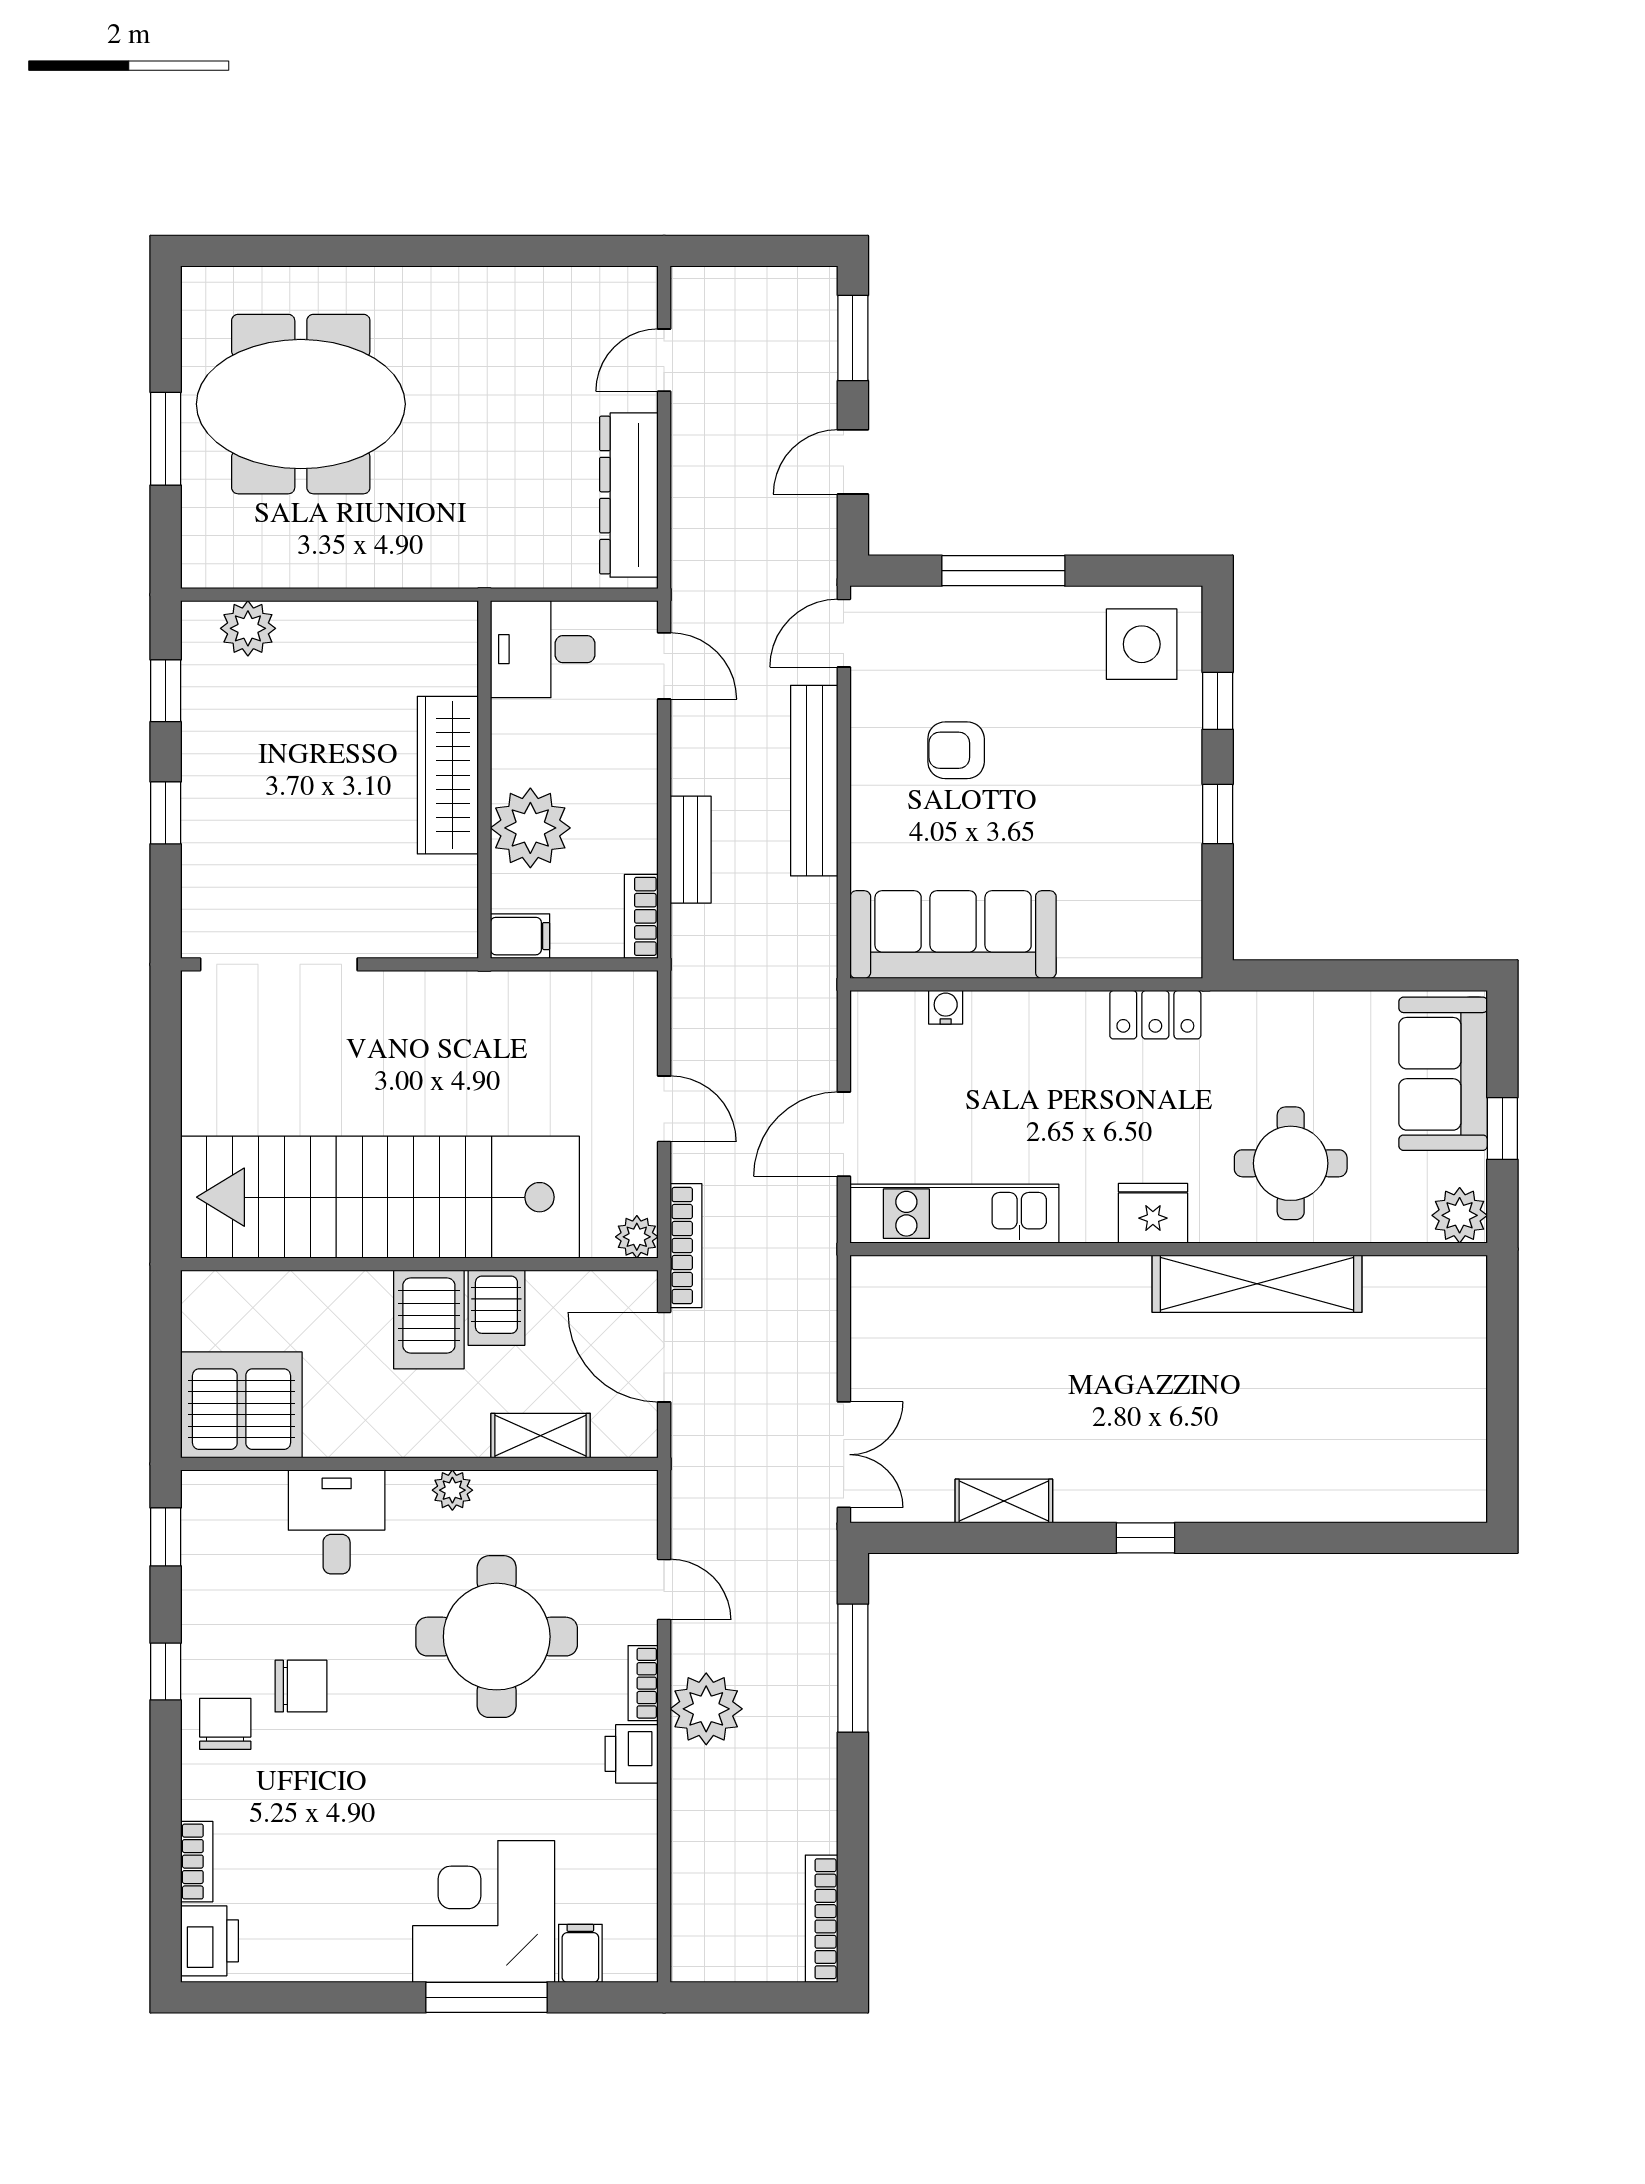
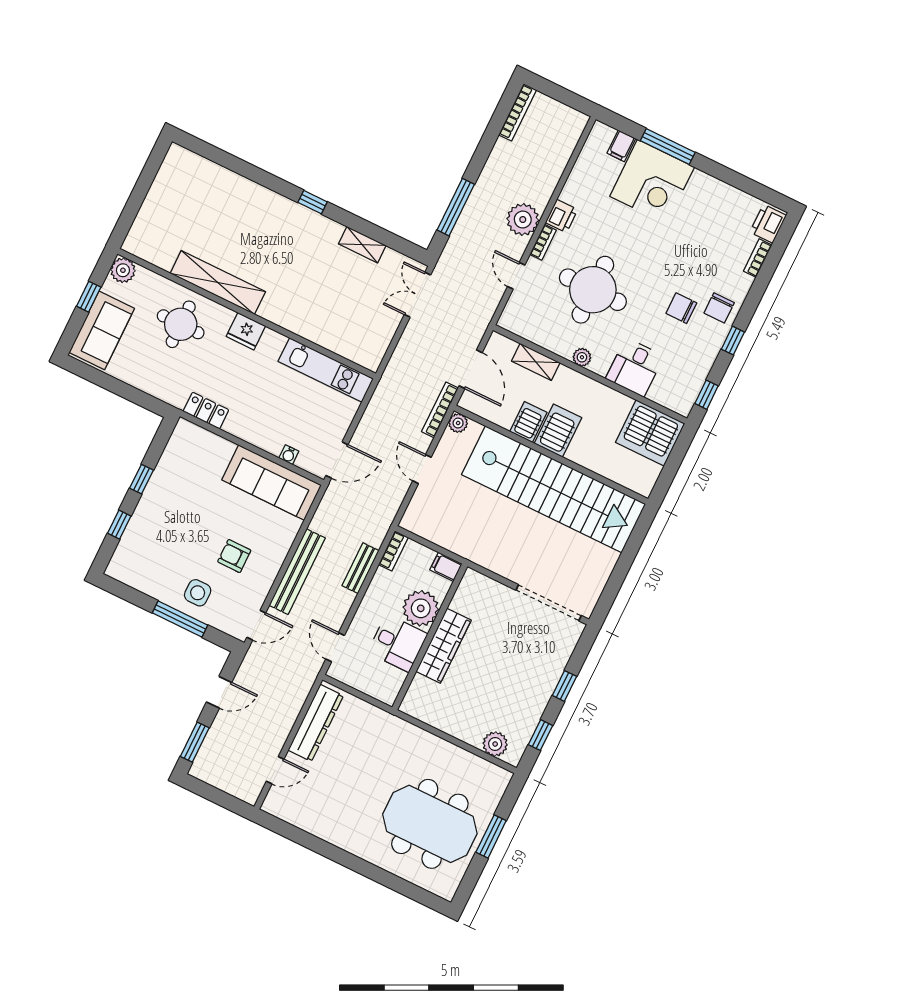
side table: (1142, 644) -> (198, 593), moved, width x0.73, depth x0.73
desk: (543, 649) -> (398, 643), moved
armchair: (956, 750) -> (234, 556), turned 180
door: (844, 1134) -> (337, 460), moved

